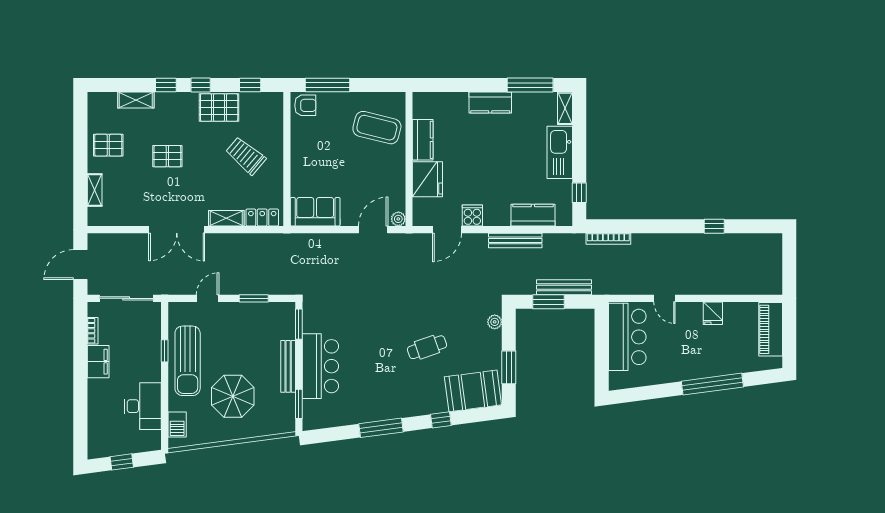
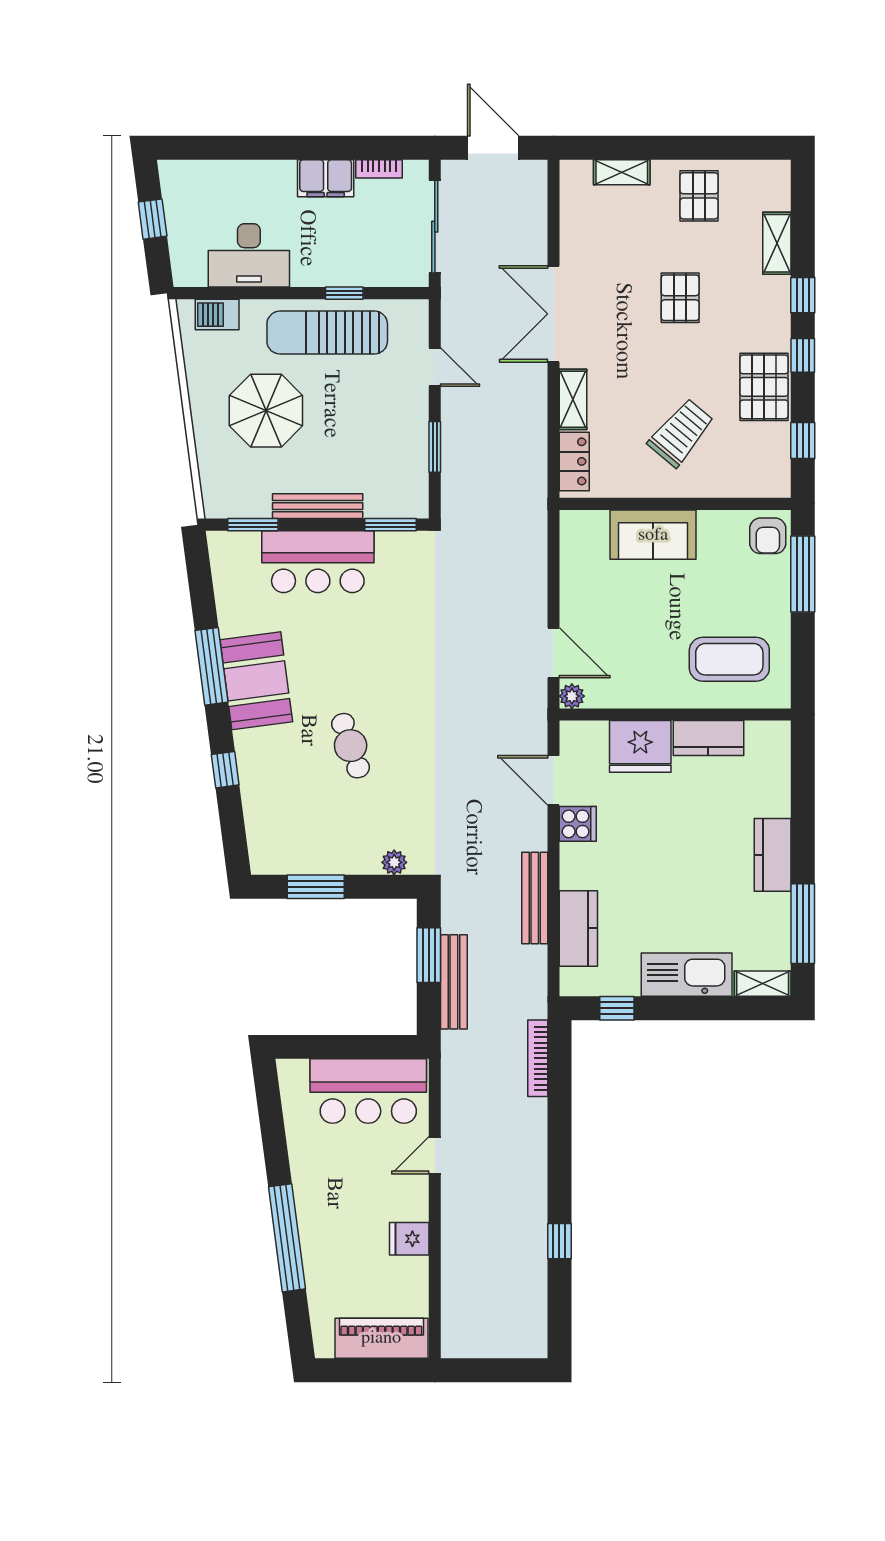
coffee table: (377, 128) -> (729, 659), turned 76
sofa: (315, 212) -> (653, 535), moved, turned 90
booth: (473, 391) -> (256, 681), moved

